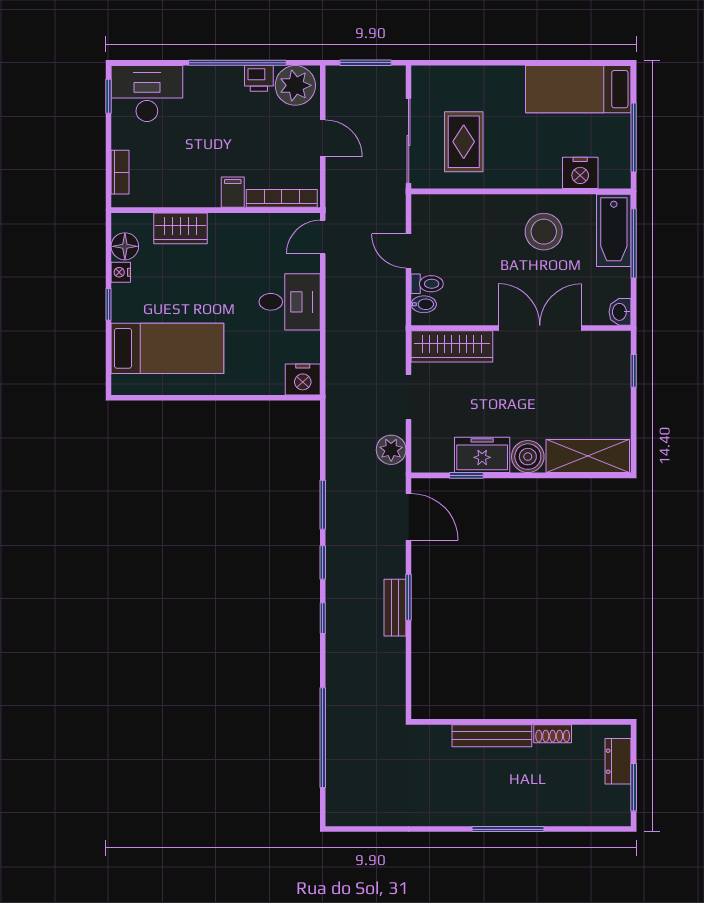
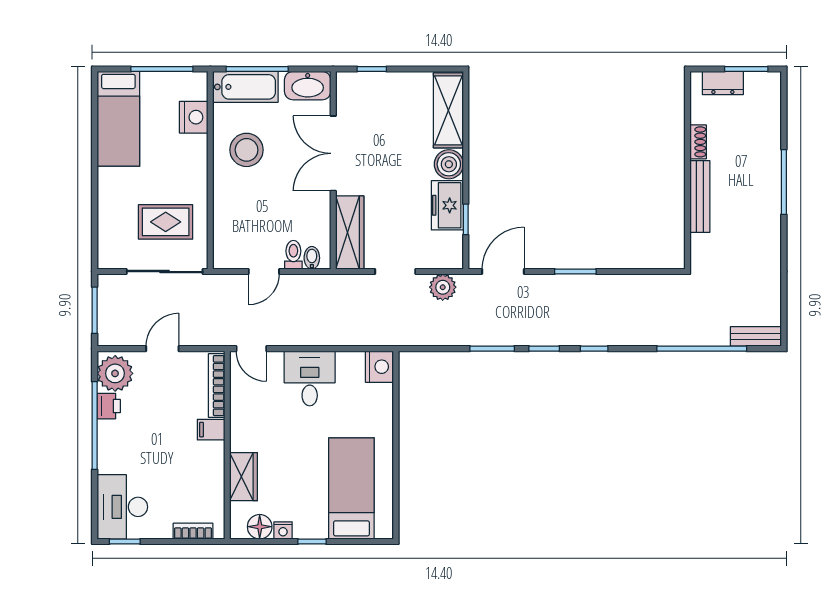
washbasin: (620, 312) -> (308, 86), width x1.91, depth x1.45
bench: (395, 608) -> (756, 336), moved

